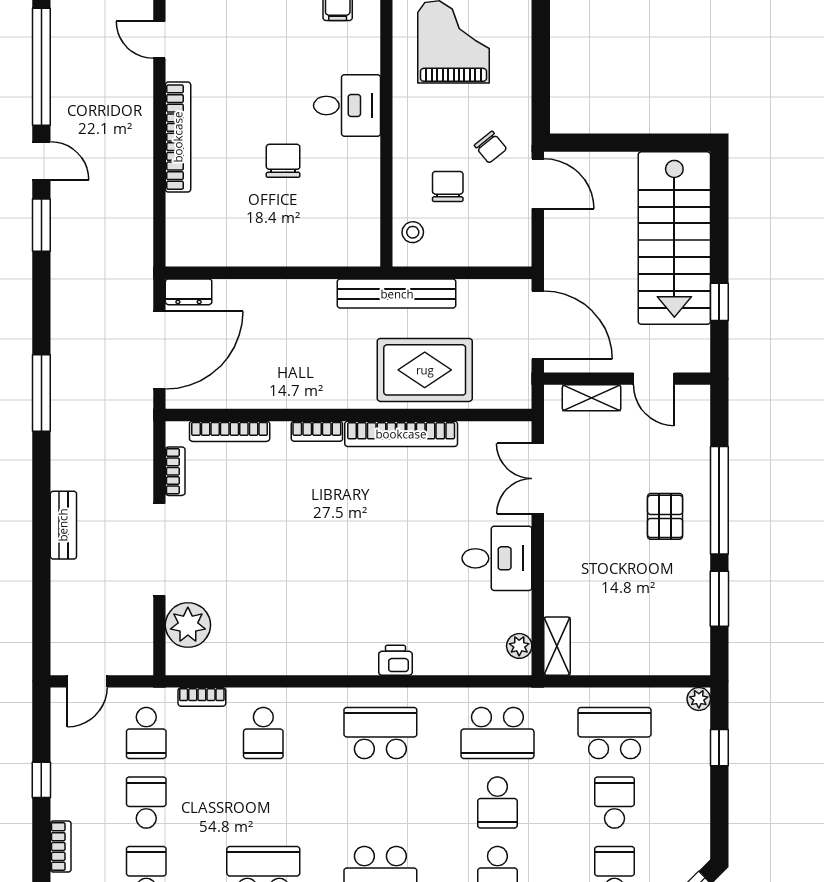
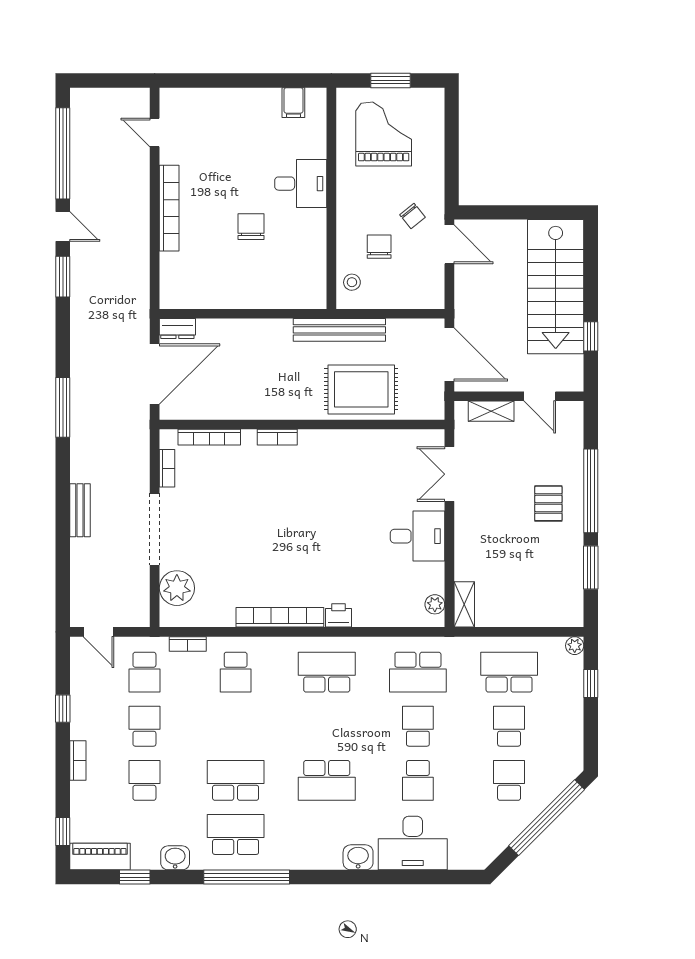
bookcase: (401, 434) -> (280, 617), moved, turned 180
door: (87, 681) -> (99, 632), hinge flipped
school desk: (497, 803) -> (418, 726), turned 180

